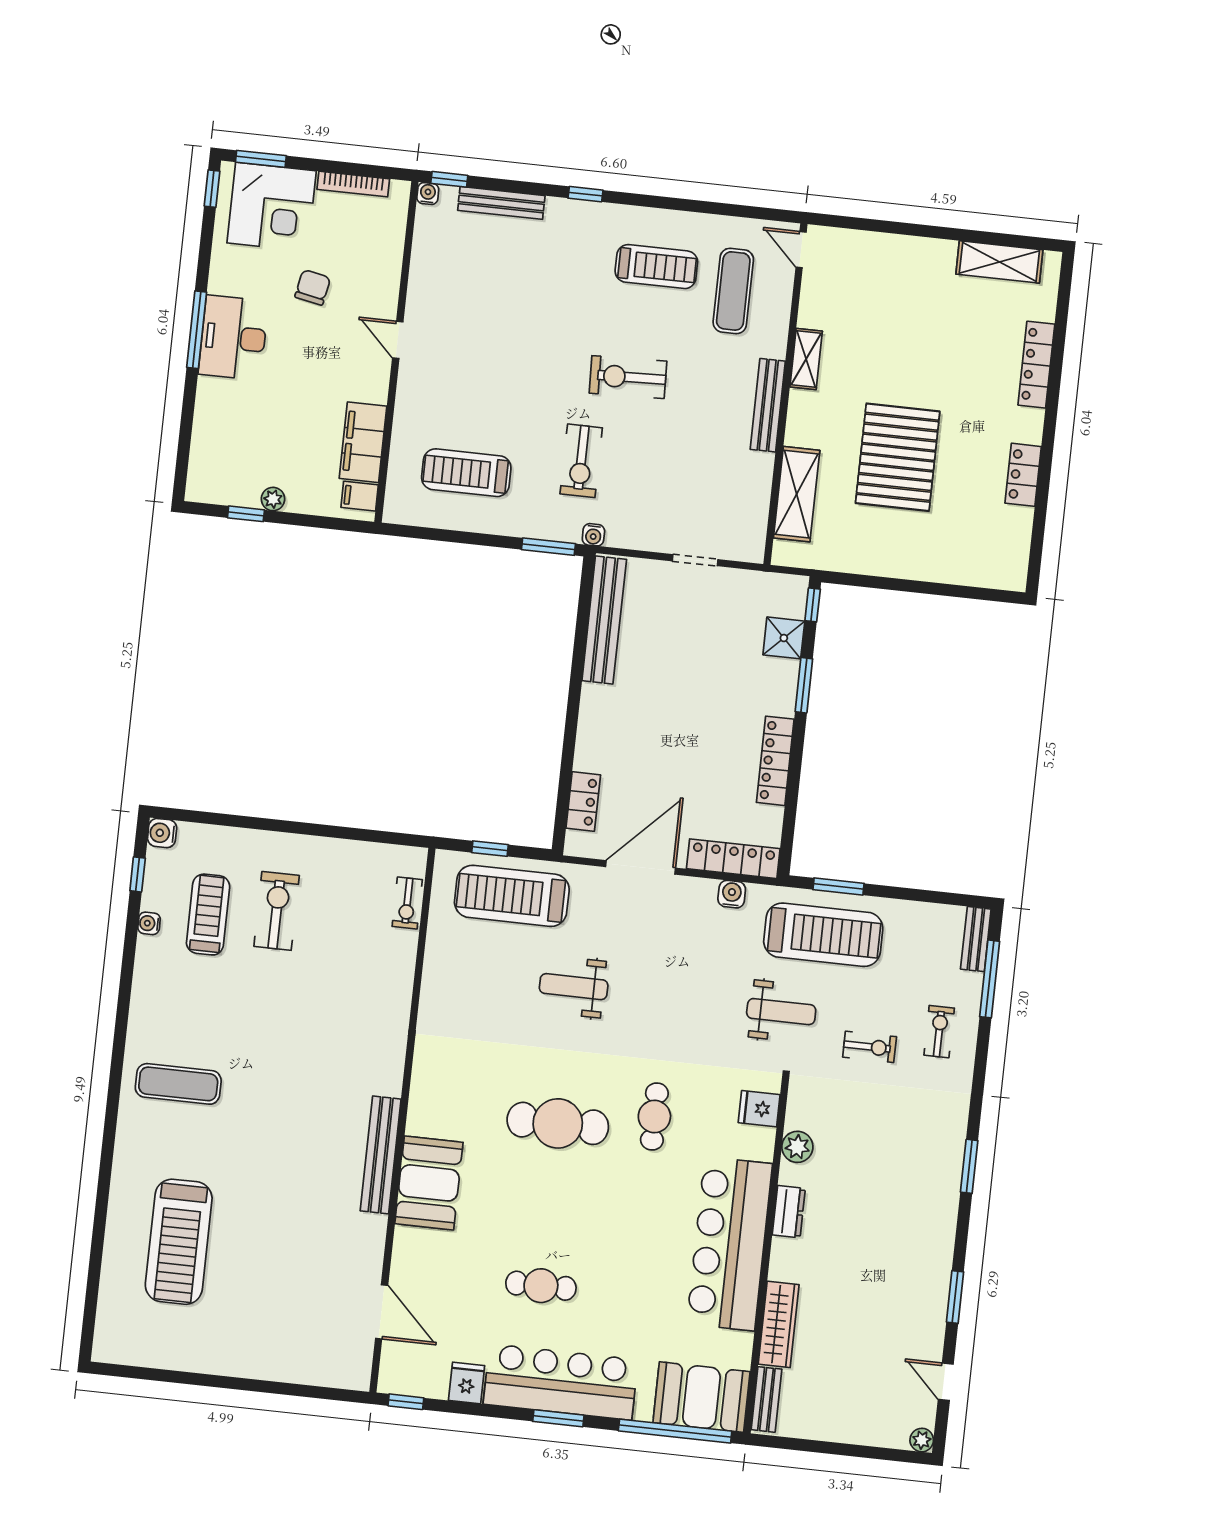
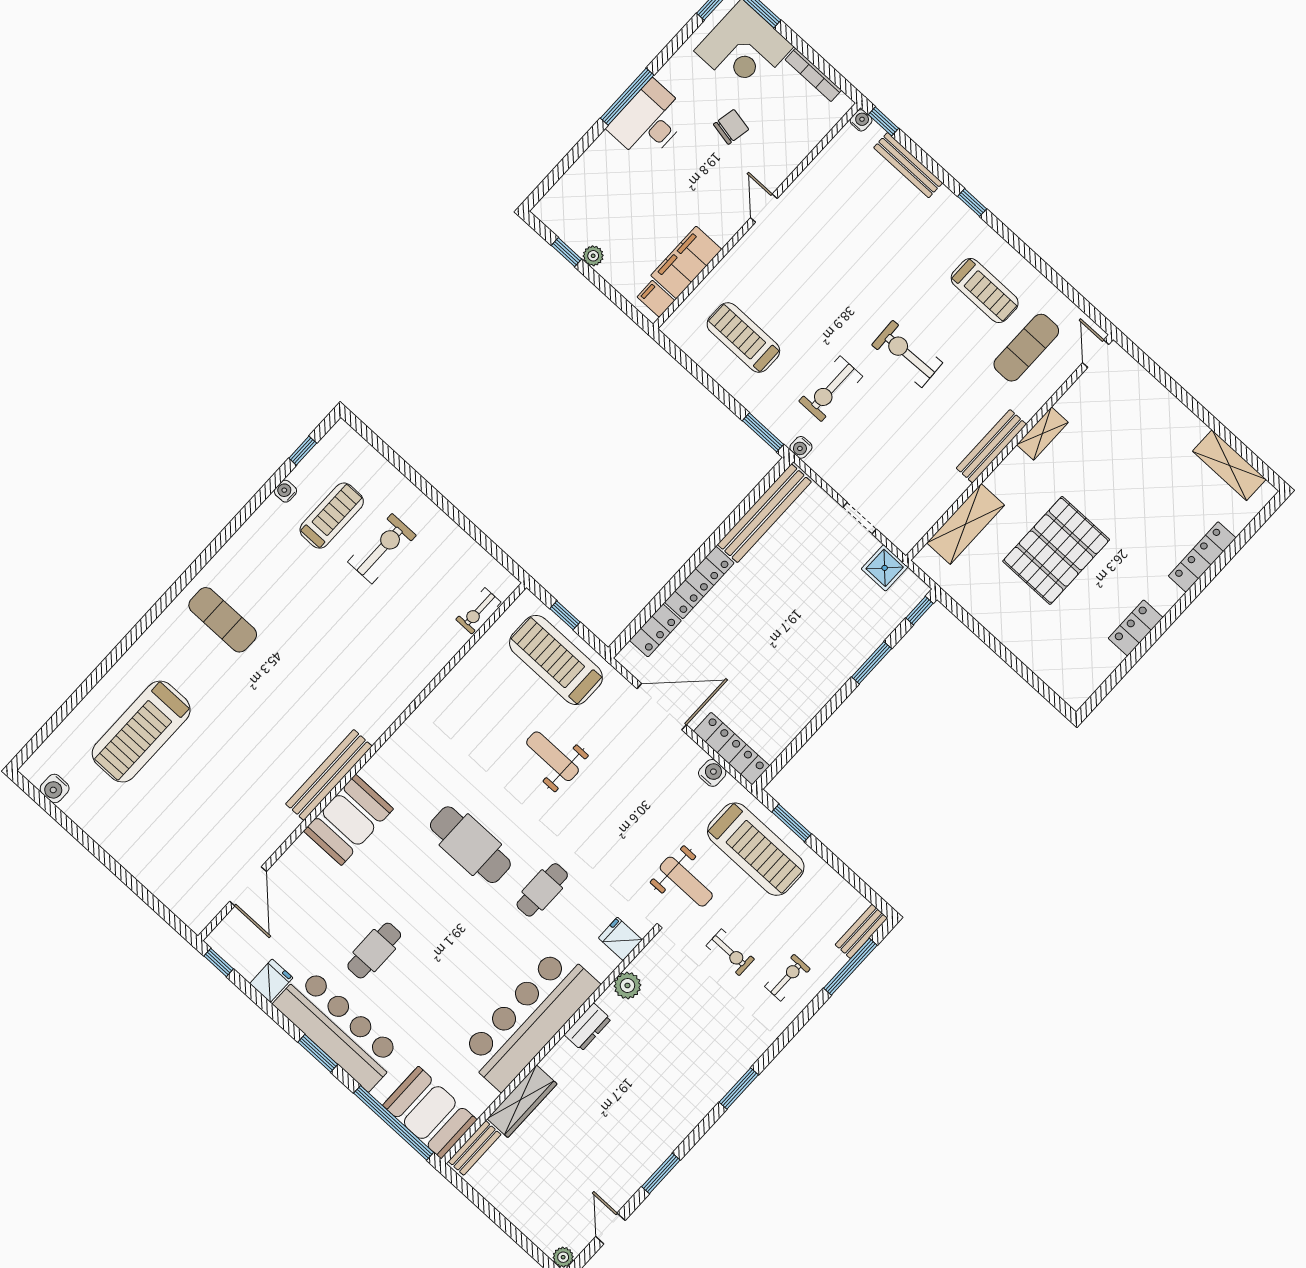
shower: (784, 638) -> (885, 568), moved
locker: (775, 761) -> (699, 583), moved, turned 180
water cooler: (162, 833) -> (55, 788), moved, turned -90
cafe table: (541, 1286) -> (374, 951), turned 90

